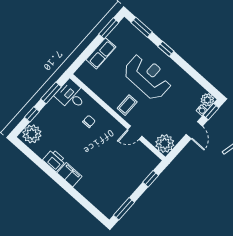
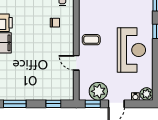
reception desk: (148, 77) -> (131, 50), moved
window: (211, 112) -> (93, 104), moved
plant: (165, 144) -> (98, 91), moved

